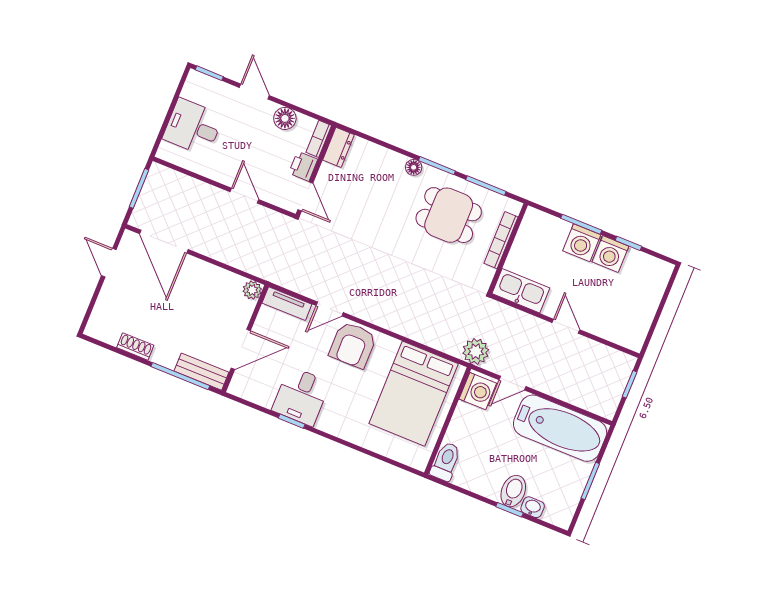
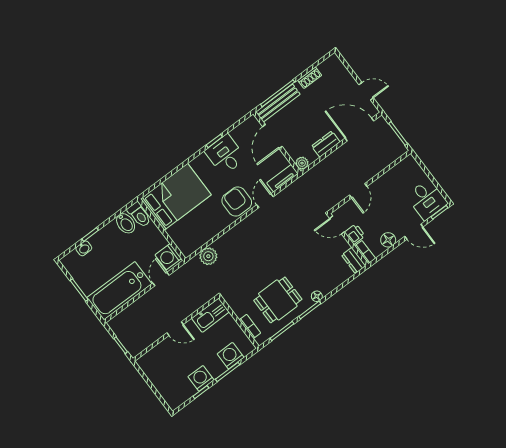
desk: (193, 127) -> (427, 199), moved, turned 90
door: (244, 196) -> (358, 191), hinge flipped
bookcase: (501, 240) -> (250, 326), width x0.64
washing machine: (582, 243) -> (231, 356), moved
dresser: (209, 274) -> (326, 144), added
plant: (476, 351) -> (208, 256), moved
bench: (201, 372) -> (278, 103), width x1.36
bed: (414, 394) -> (176, 197), moved, turned 90
bidet: (513, 491) -> (126, 223), moved

